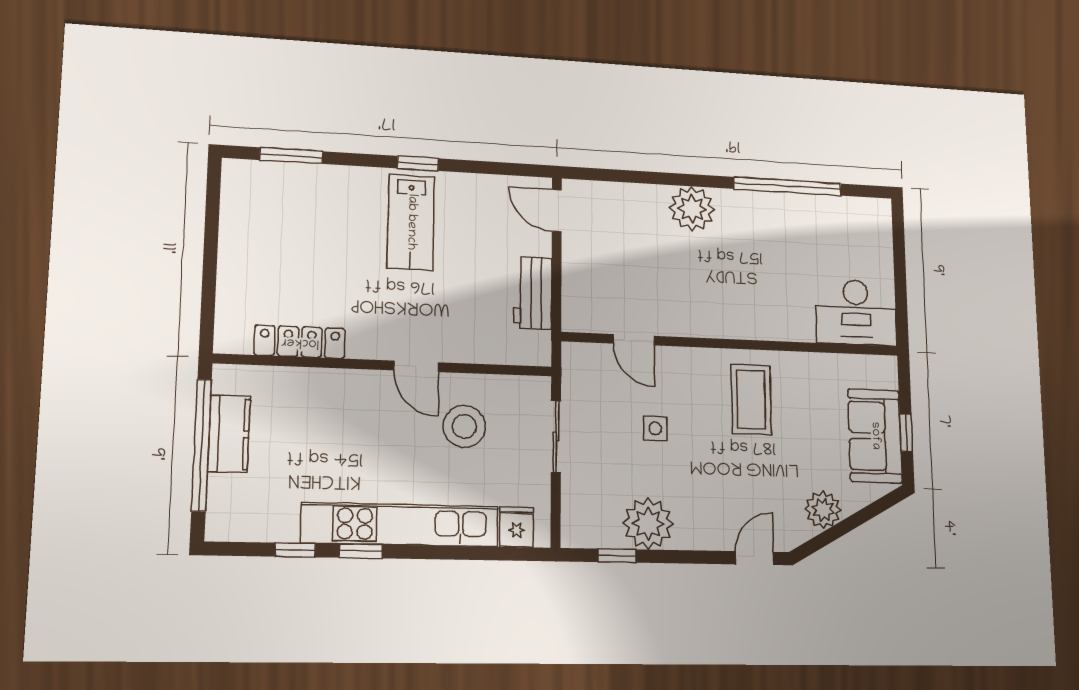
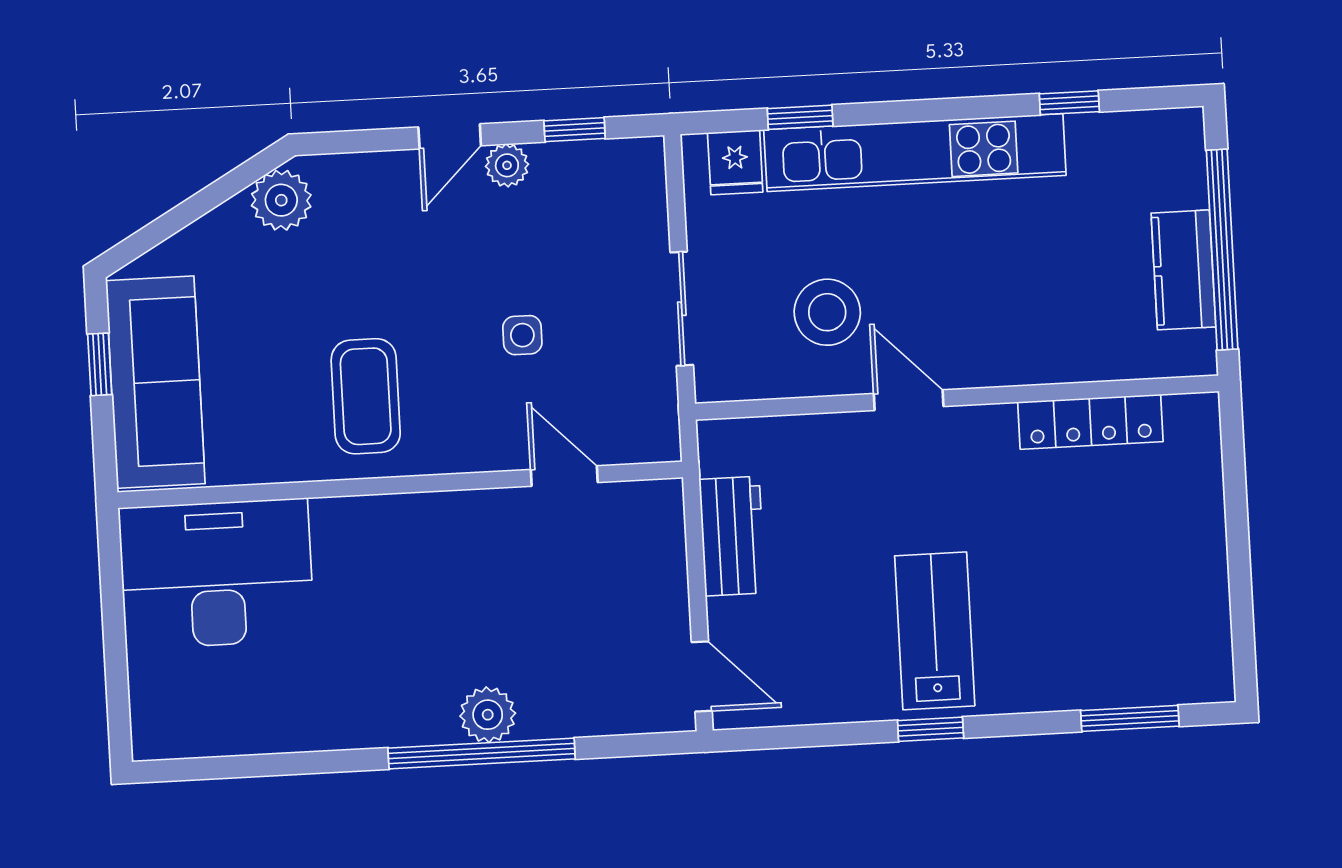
window: (788, 186) -> (482, 753), moved
plant: (692, 209) -> (488, 715), width x0.73, depth x0.73
desk: (856, 312) -> (217, 574), width x1.36, depth x1.30
sofa: (875, 436) -> (155, 382), width x1.36
plant: (823, 510) -> (281, 200), moved
plant: (648, 524) -> (507, 165), width x0.53, depth x0.53
window: (361, 551) -> (800, 117), moved
door: (754, 558) -> (450, 136), moved

